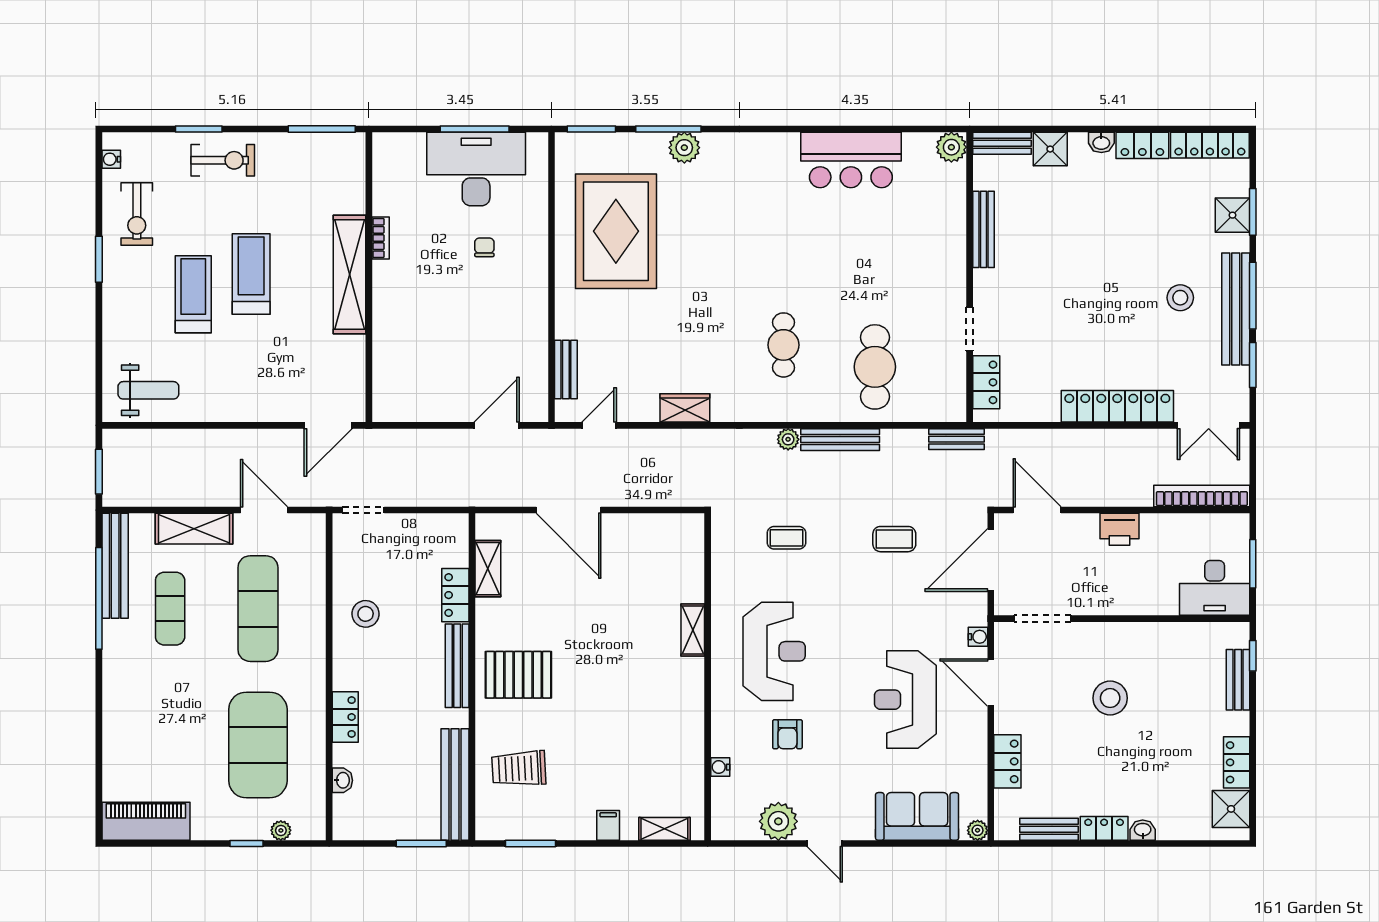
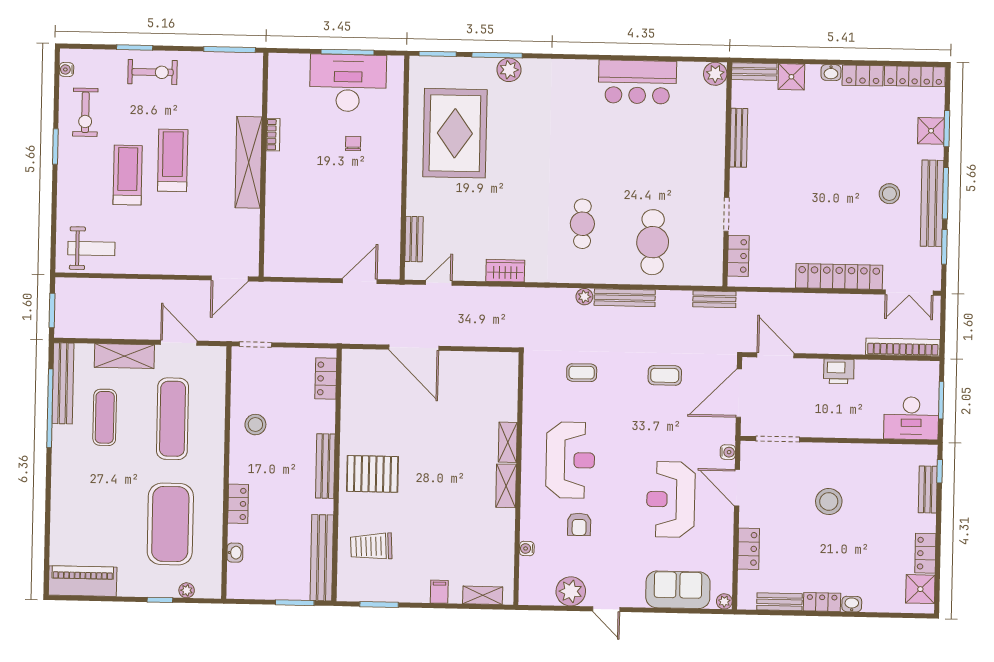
shelving: (488, 569) -> (506, 486), moved
locker: (455, 595) -> (326, 379), moved

